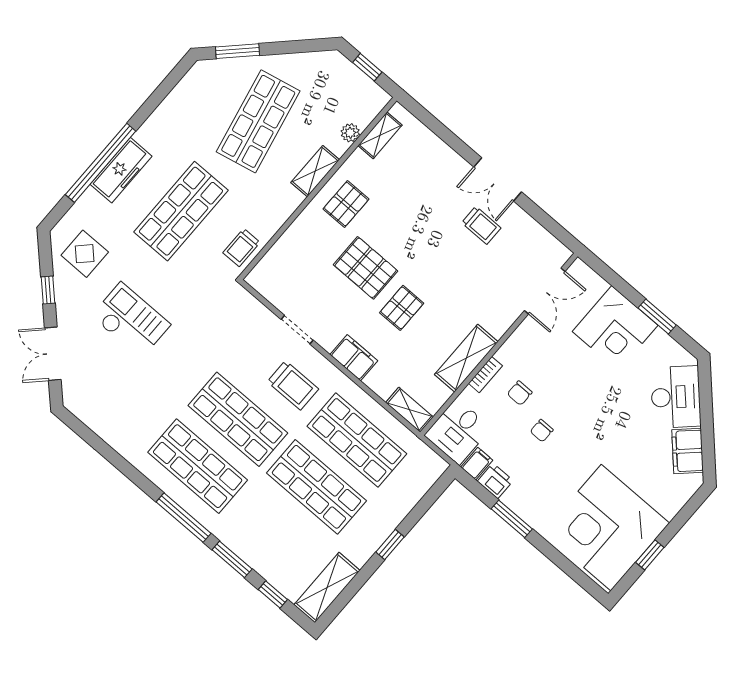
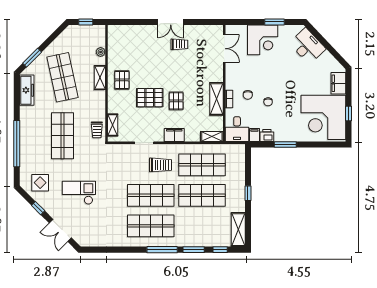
shelving: (380, 135) -> (113, 125), moved
freezer: (121, 170) -> (27, 90), moved
filing cabinet: (688, 451) -> (338, 83), moved, turned 44

